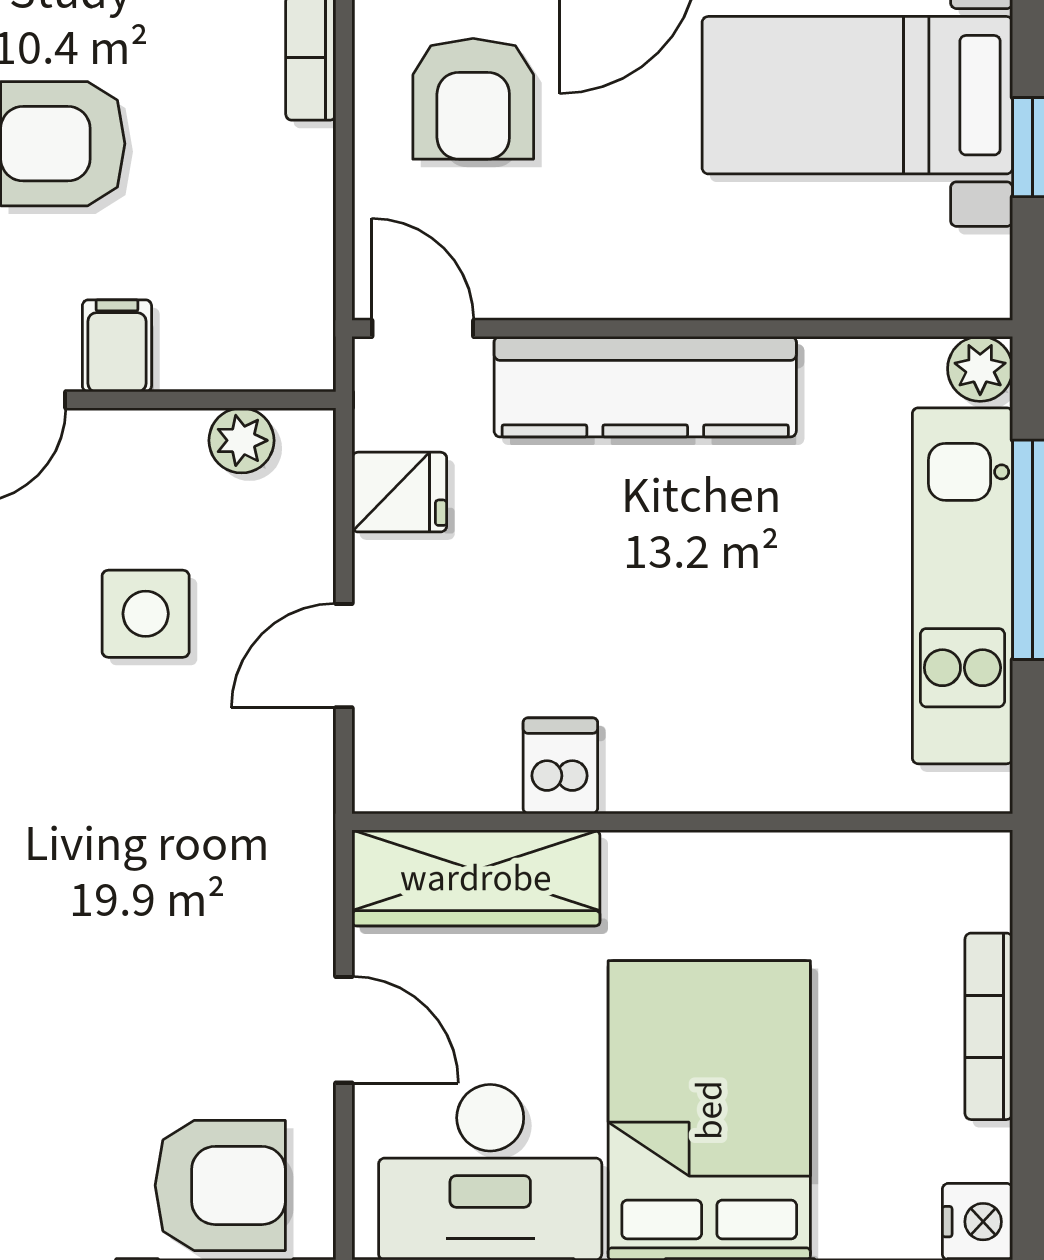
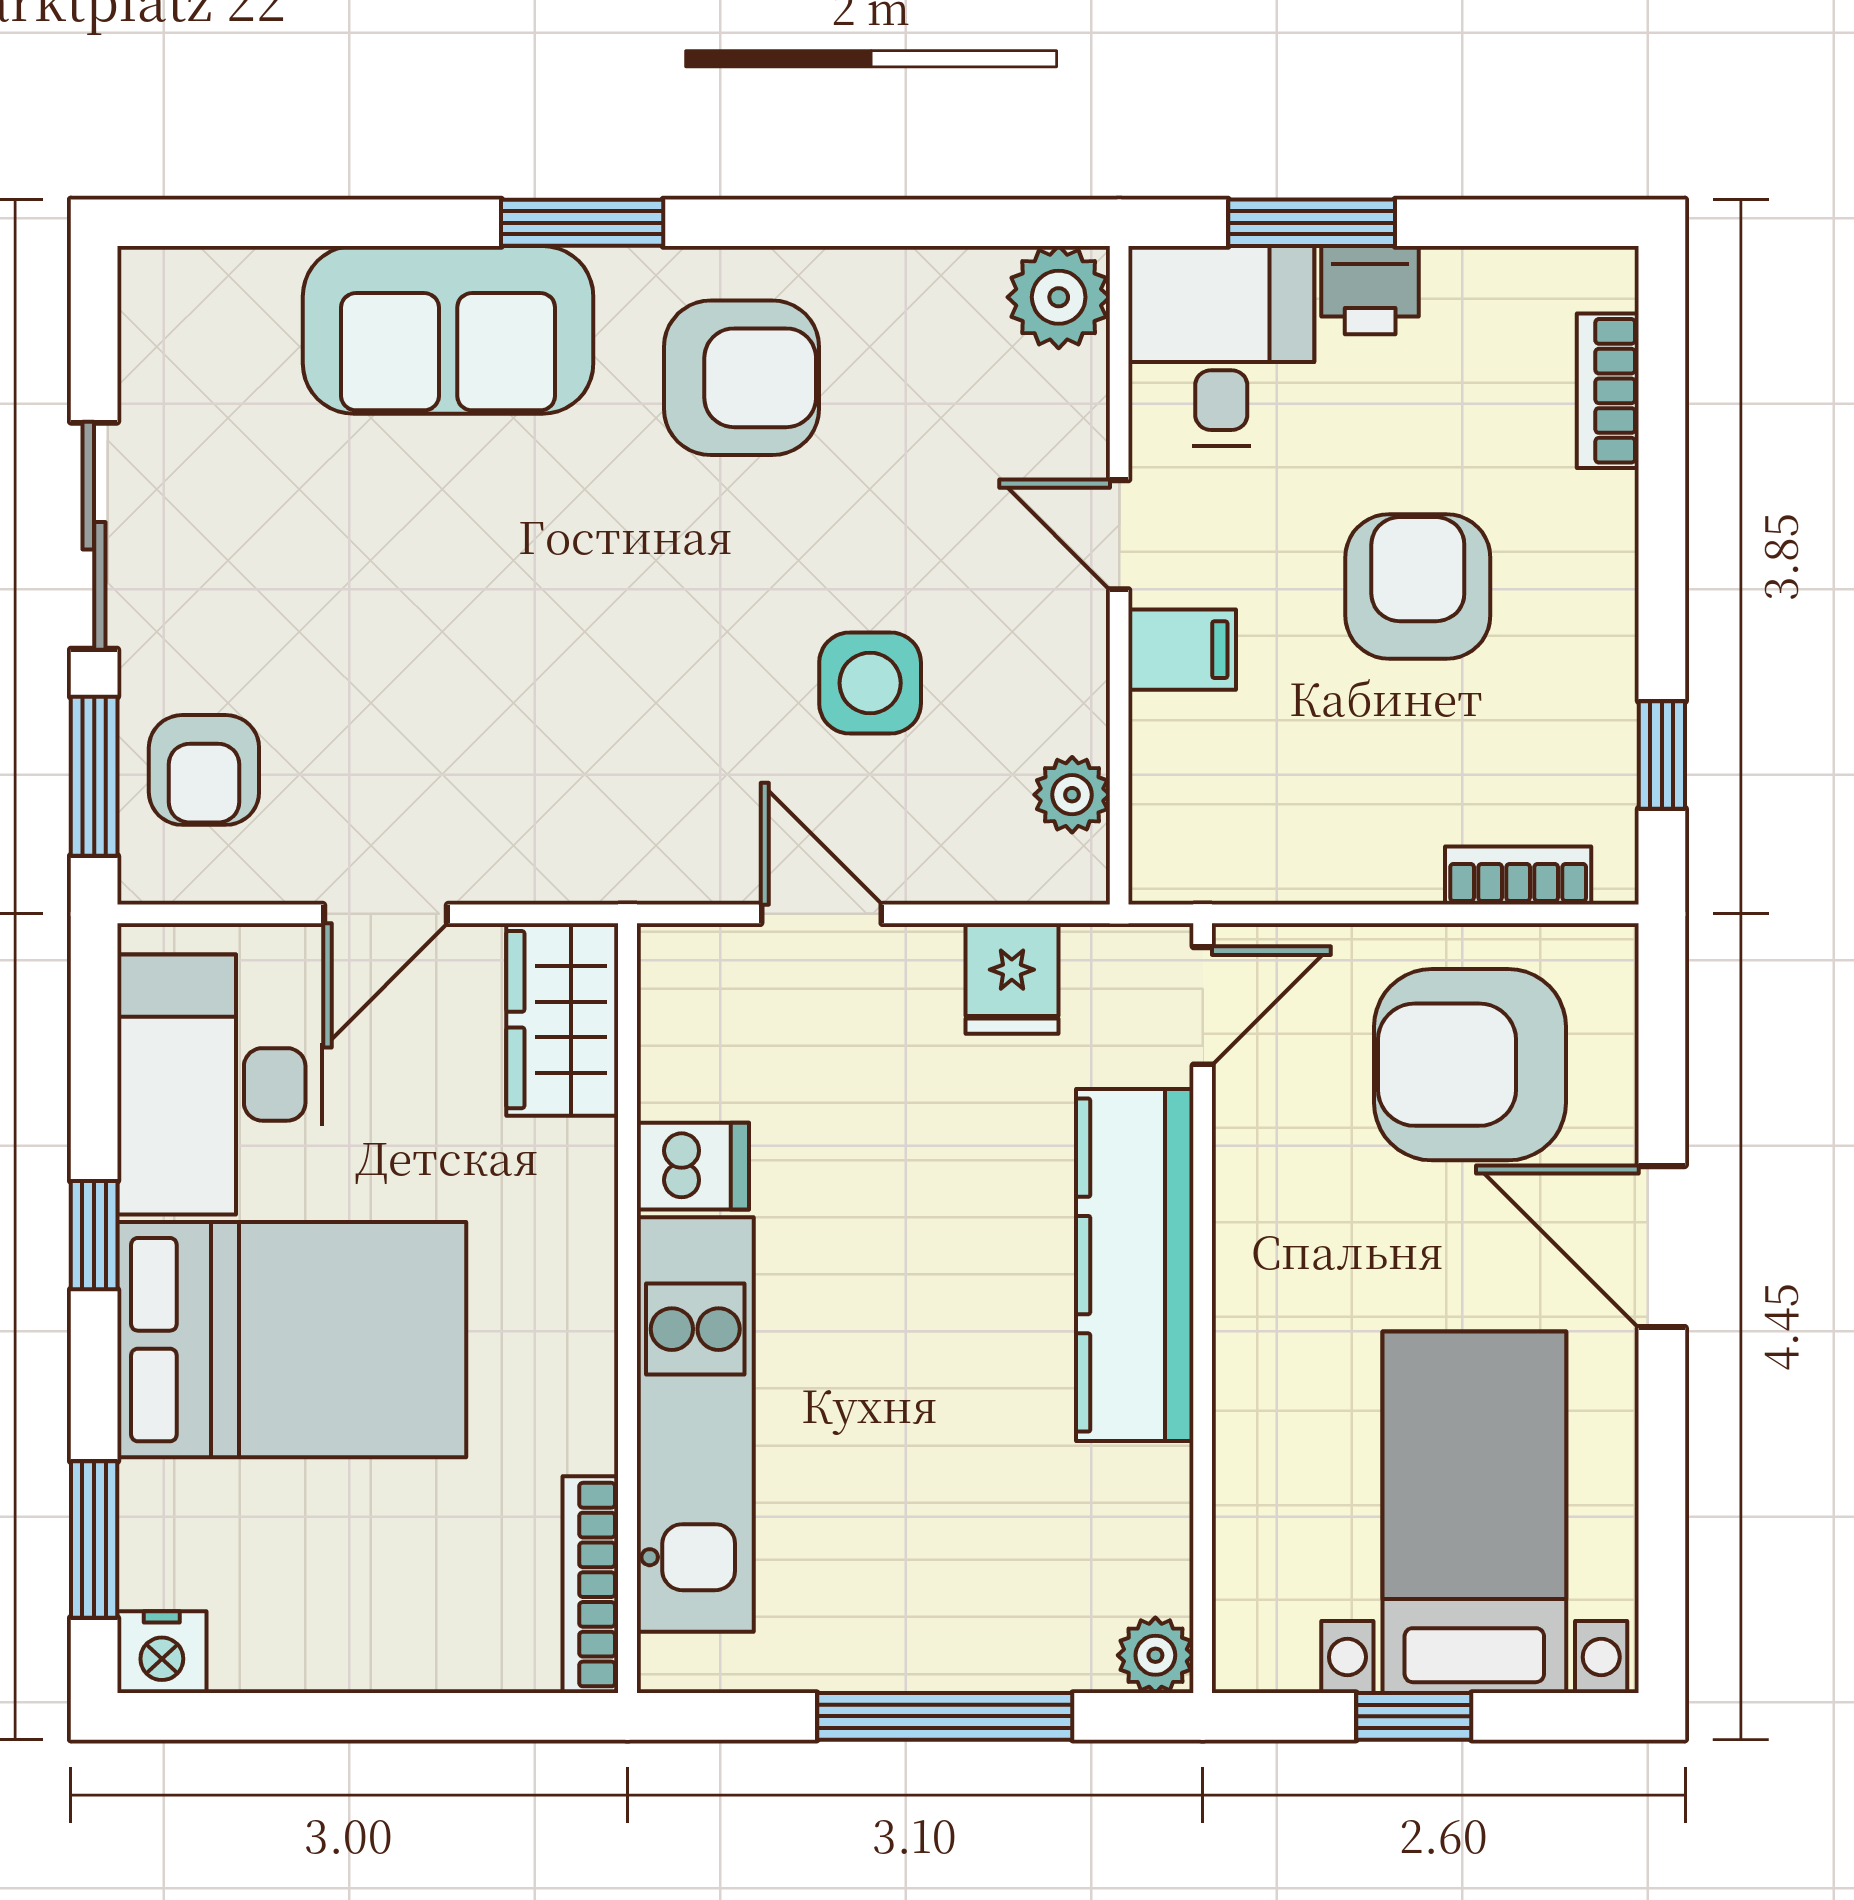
armchair: (473, 99) -> (1470, 1065), width x1.36, depth x1.36
kitchen unit: (962, 586) -> (695, 1424), moved, turned 90
wardrobe: (476, 878) -> (562, 1020), width x0.67
bookcase: (989, 1026) -> (590, 1585), moved, turned -90
armchair: (220, 1185) -> (204, 770), width x0.72, depth x0.72

